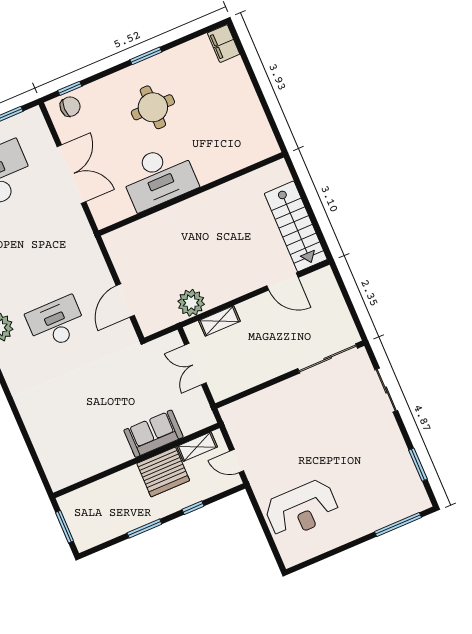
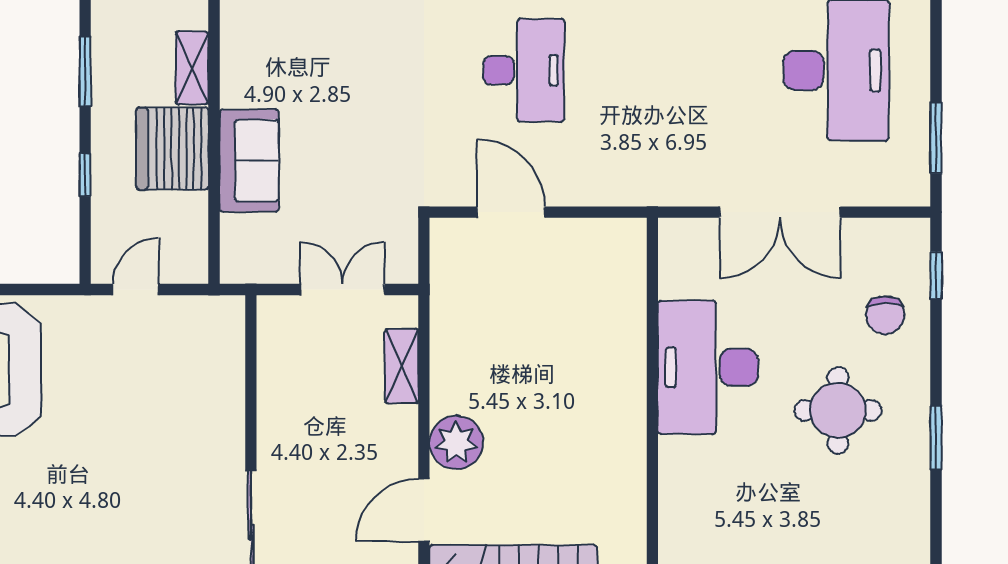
chair: (70, 107) -> (885, 315), moved
plant: (191, 303) -> (456, 442), moved
shelving: (197, 447) -> (192, 68), moved

